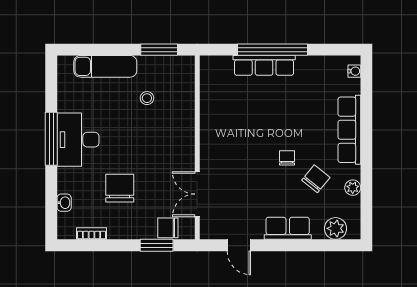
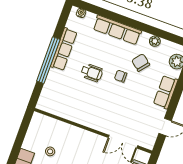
window: (159, 50) -> (22, 132), removed
row of seats: (264, 65) -> (64, 49), moved
wheelchair: (277, 116) -> (92, 73), added

